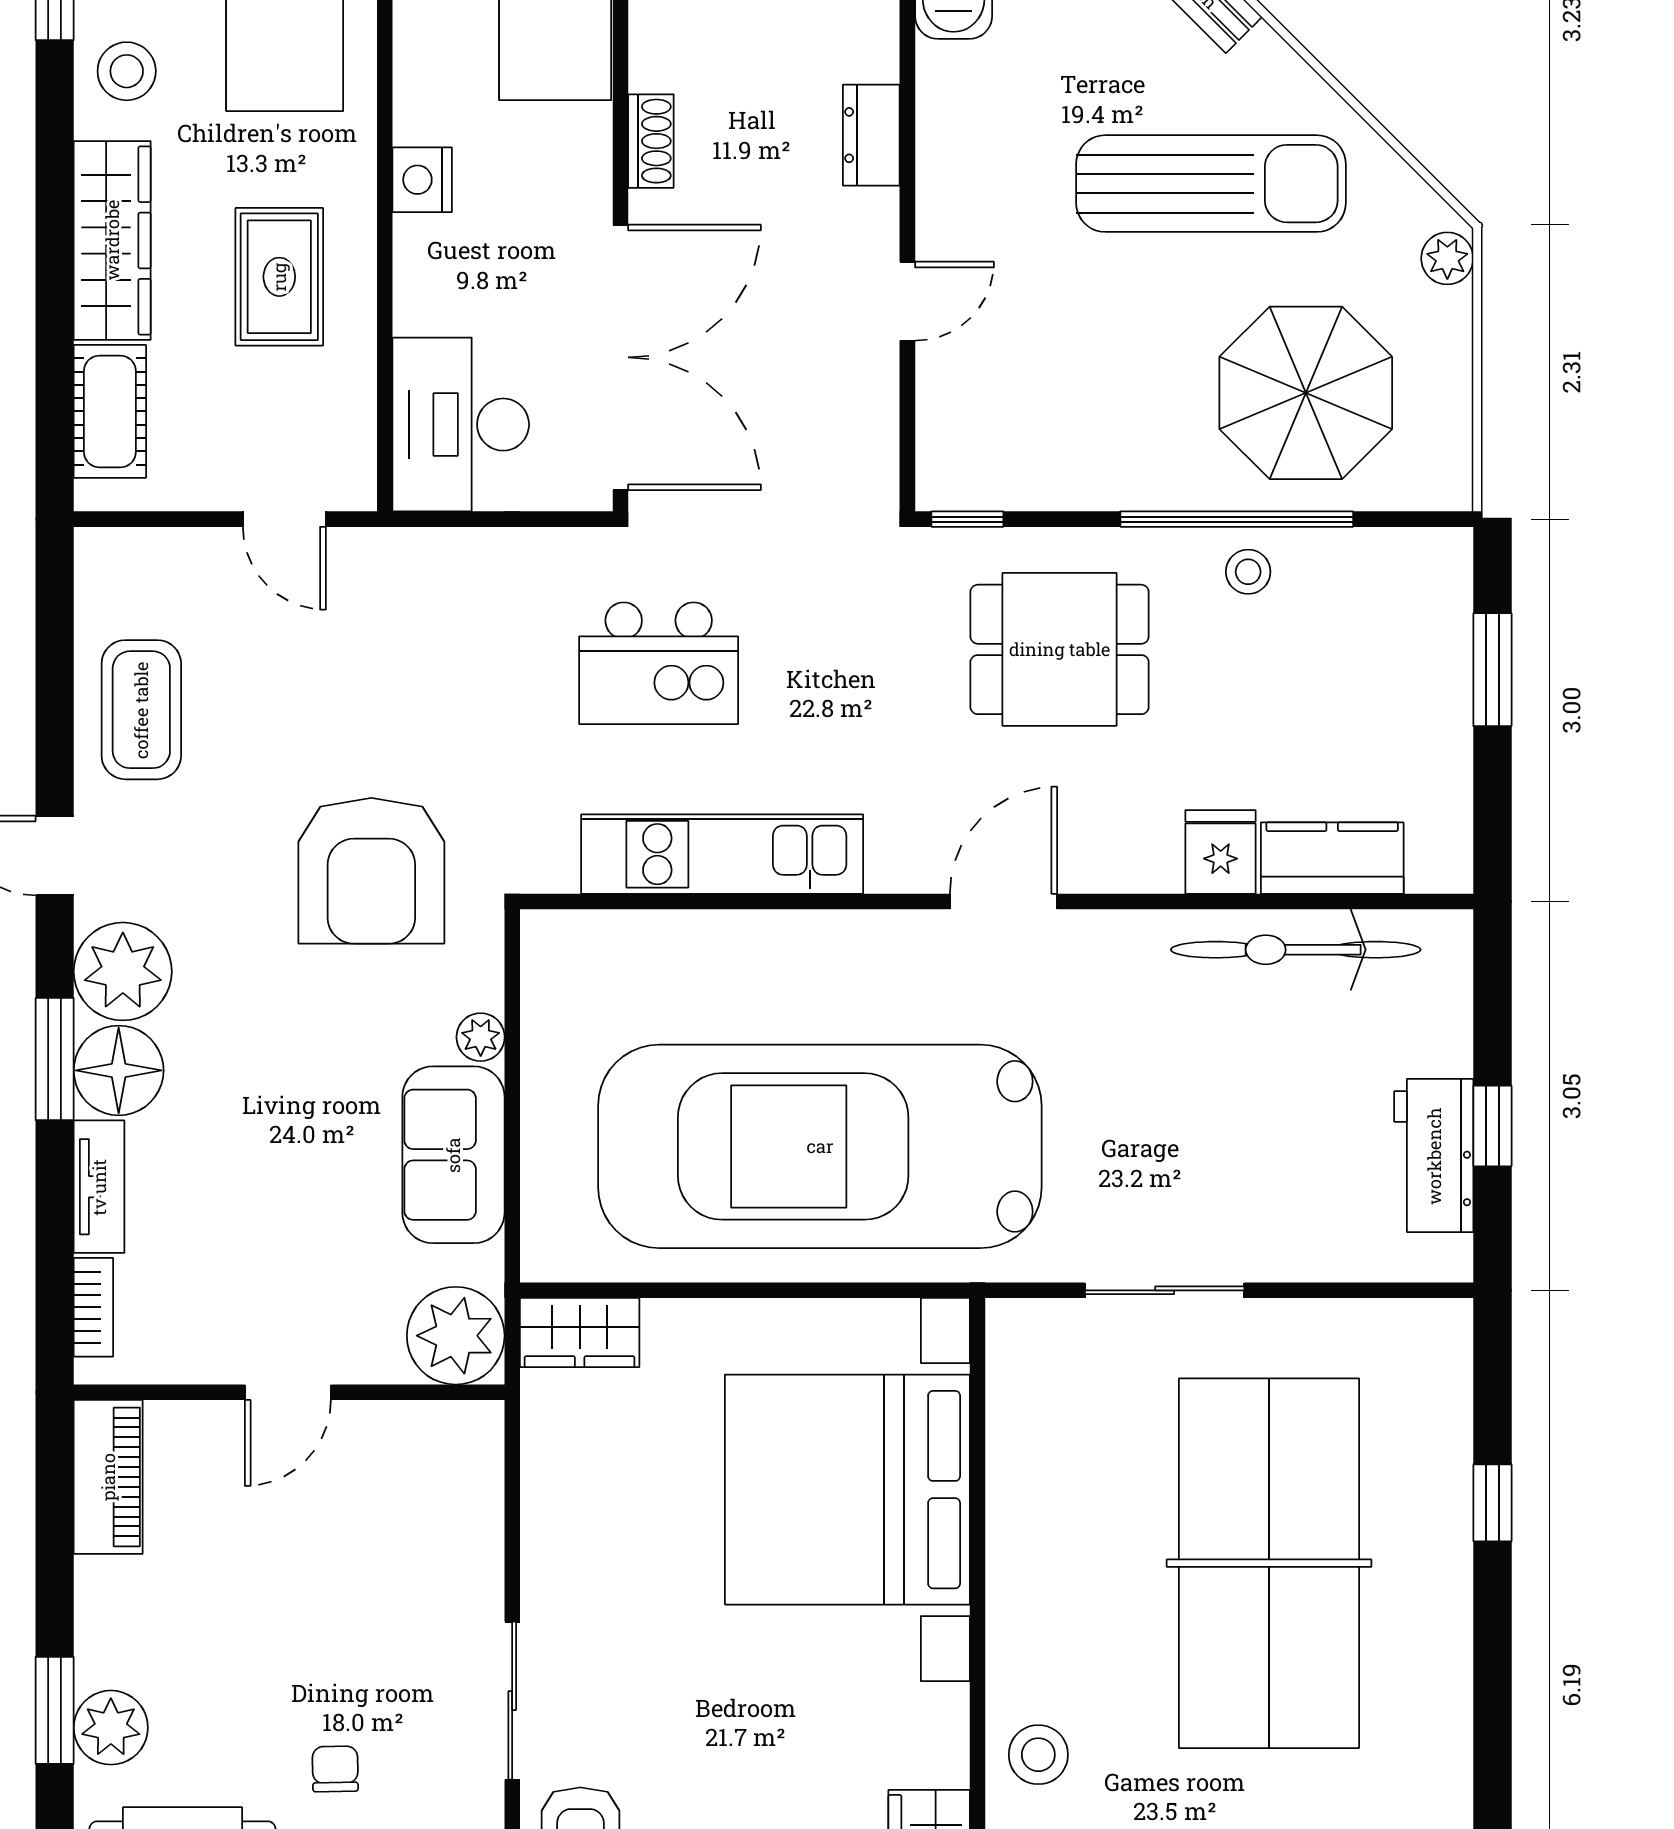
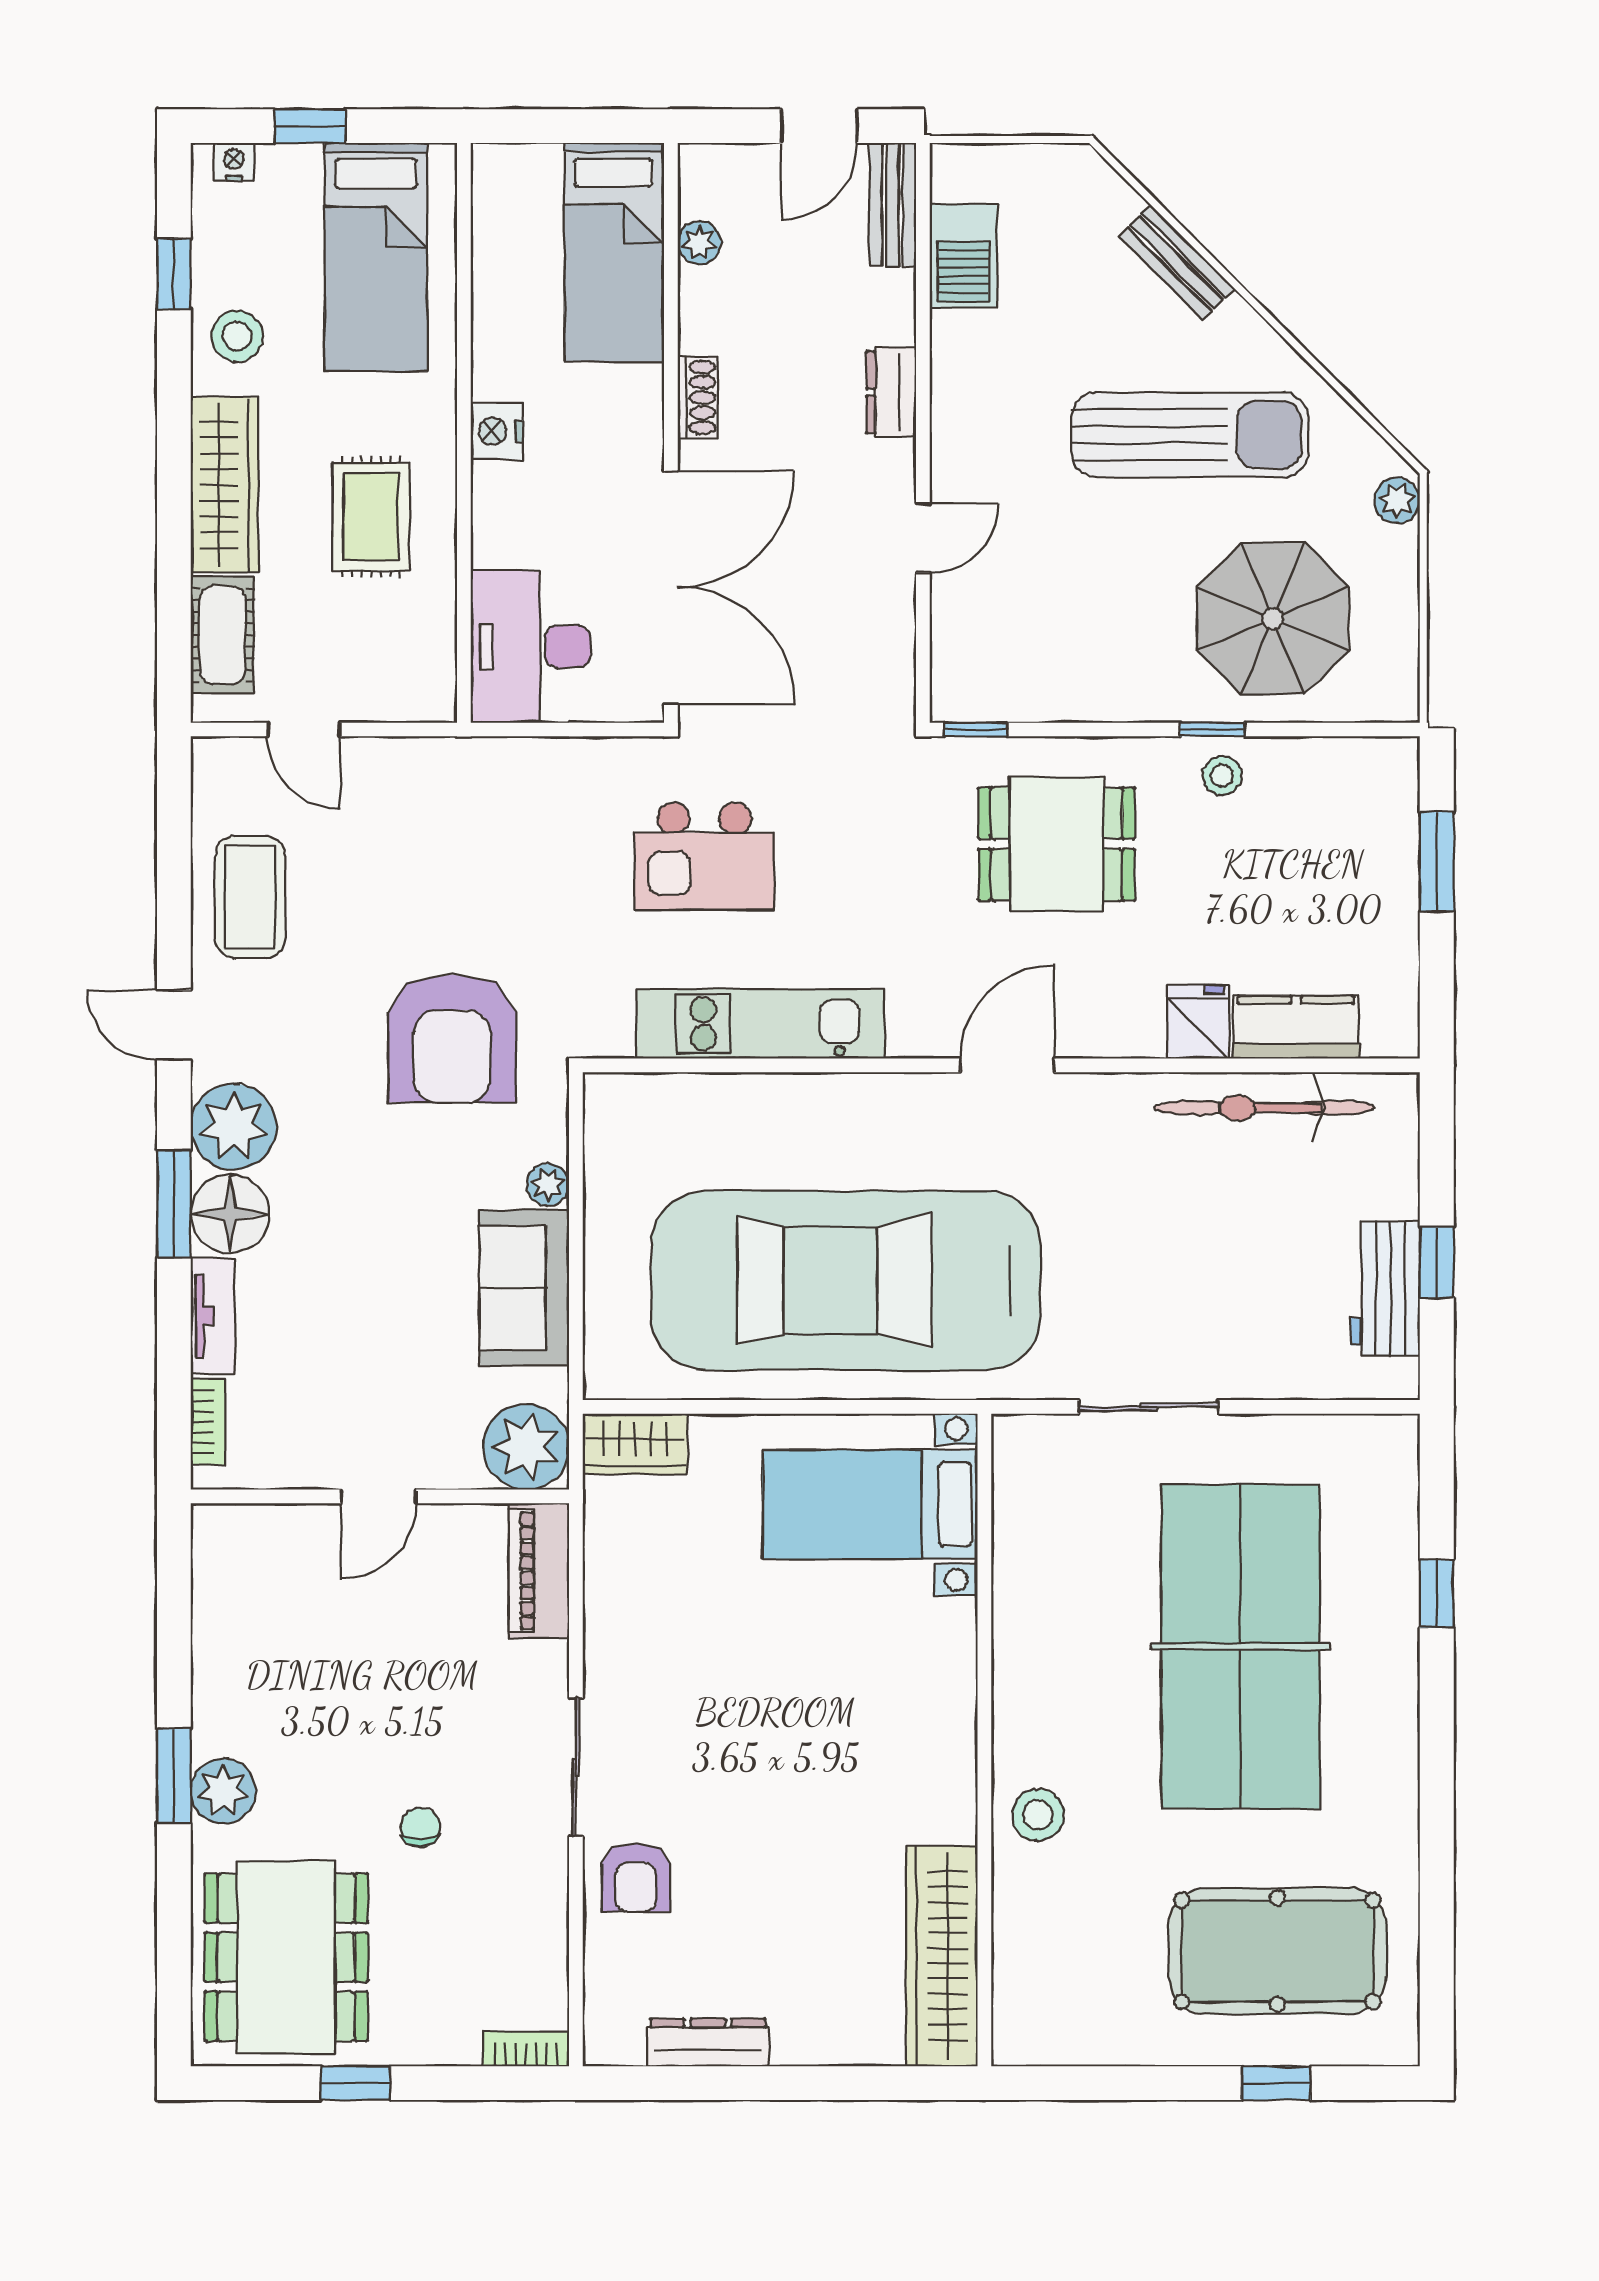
door: (284, 519) -> (304, 730), moved
window: (1237, 519) -> (1212, 730), width x0.32
piano: (108, 1477) -> (539, 1571), moved, turned 180
bed with nightstands: (847, 1490) -> (870, 1505), width x0.54

